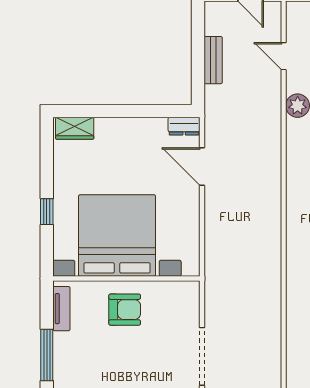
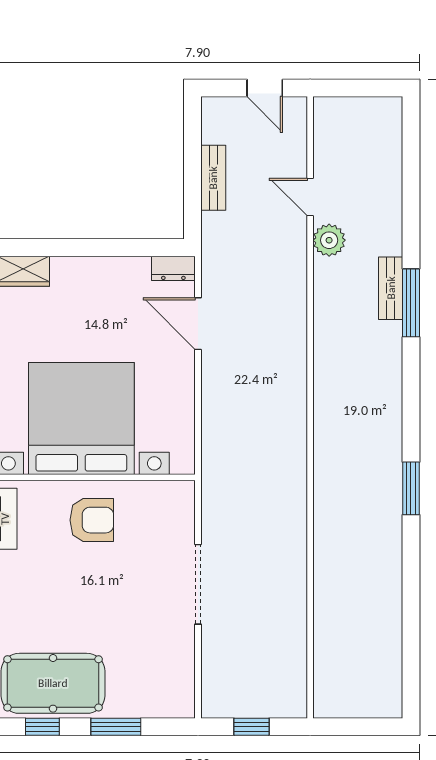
door: (284, 56) -> (310, 197), moved

